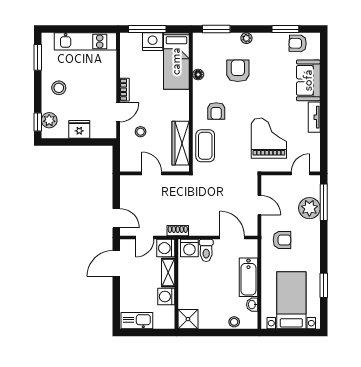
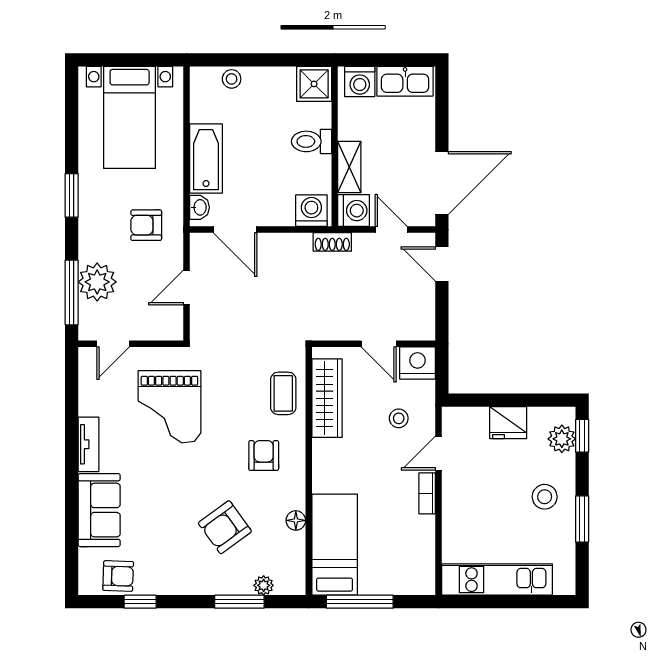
window: (147, 29) -> (360, 602), moved
window: (216, 29) -> (239, 602), moved
window: (285, 29) -> (140, 602), width x0.67
plant: (246, 38) -> (264, 585), moved
nightstand: (153, 42) -> (418, 363), moved, turned 180
window: (38, 57) -> (582, 519), moved
armchair: (238, 71) -> (225, 527), turned 54
coffee table: (205, 146) -> (283, 393), width x0.73, depth x0.77
door: (259, 205) -> (187, 287), hinge flipped
door: (145, 237) -> (391, 230), hinge flipped
toilet: (206, 250) -> (311, 141), moved, turned -90
door: (116, 264) -> (442, 183), width x1.36
window: (324, 285) -> (72, 195), moved
washing machine: (166, 296) -> (360, 82), moved, turned 90
washbasin: (252, 305) -> (199, 207), moved

